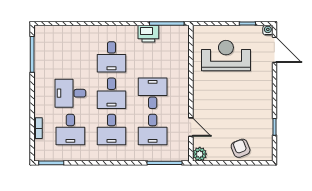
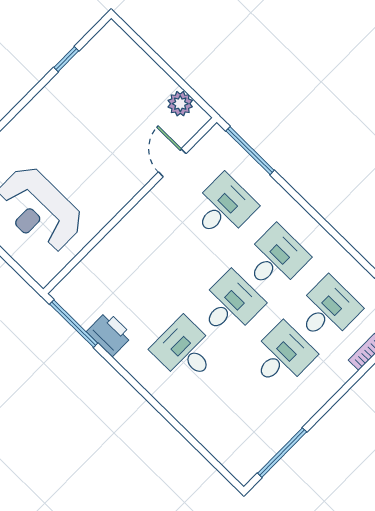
desk: (112, 57) -> (185, 350), turned -90
desk: (70, 93) -> (282, 356), turned -90
desk: (153, 93) -> (178, 253), removed
armchair: (241, 148) -> (136, 74), removed
plant: (200, 154) -> (180, 104), moved

